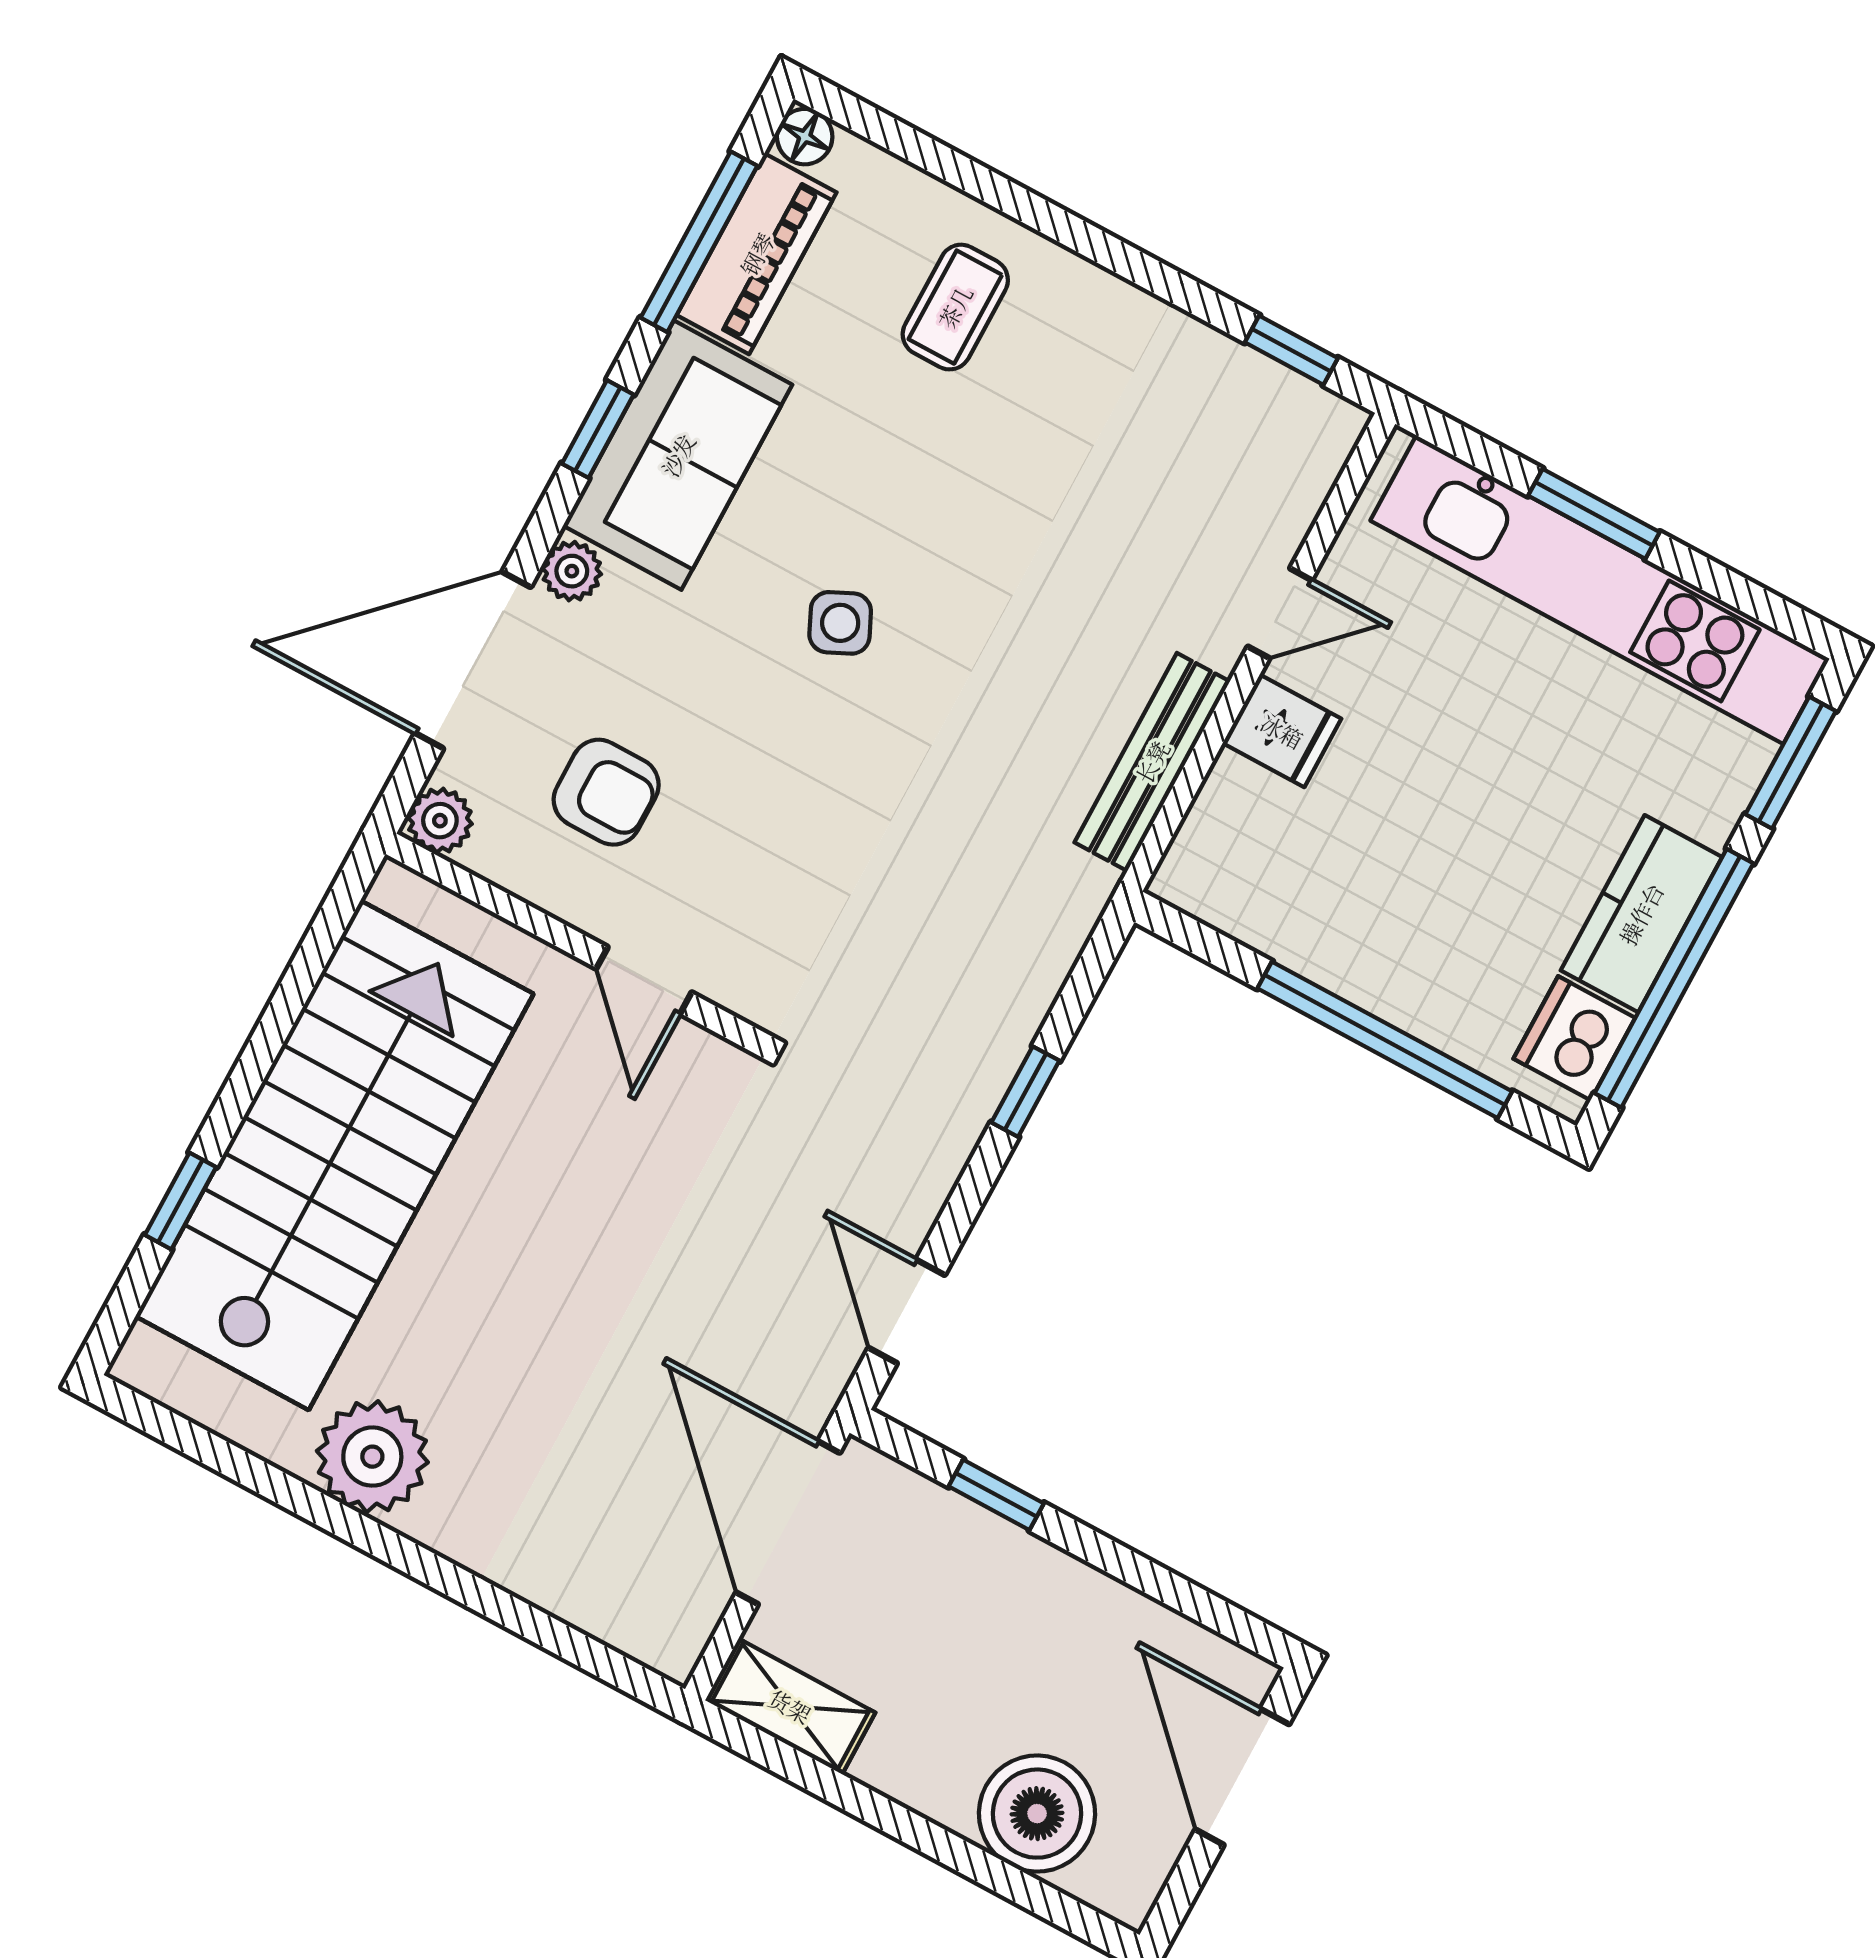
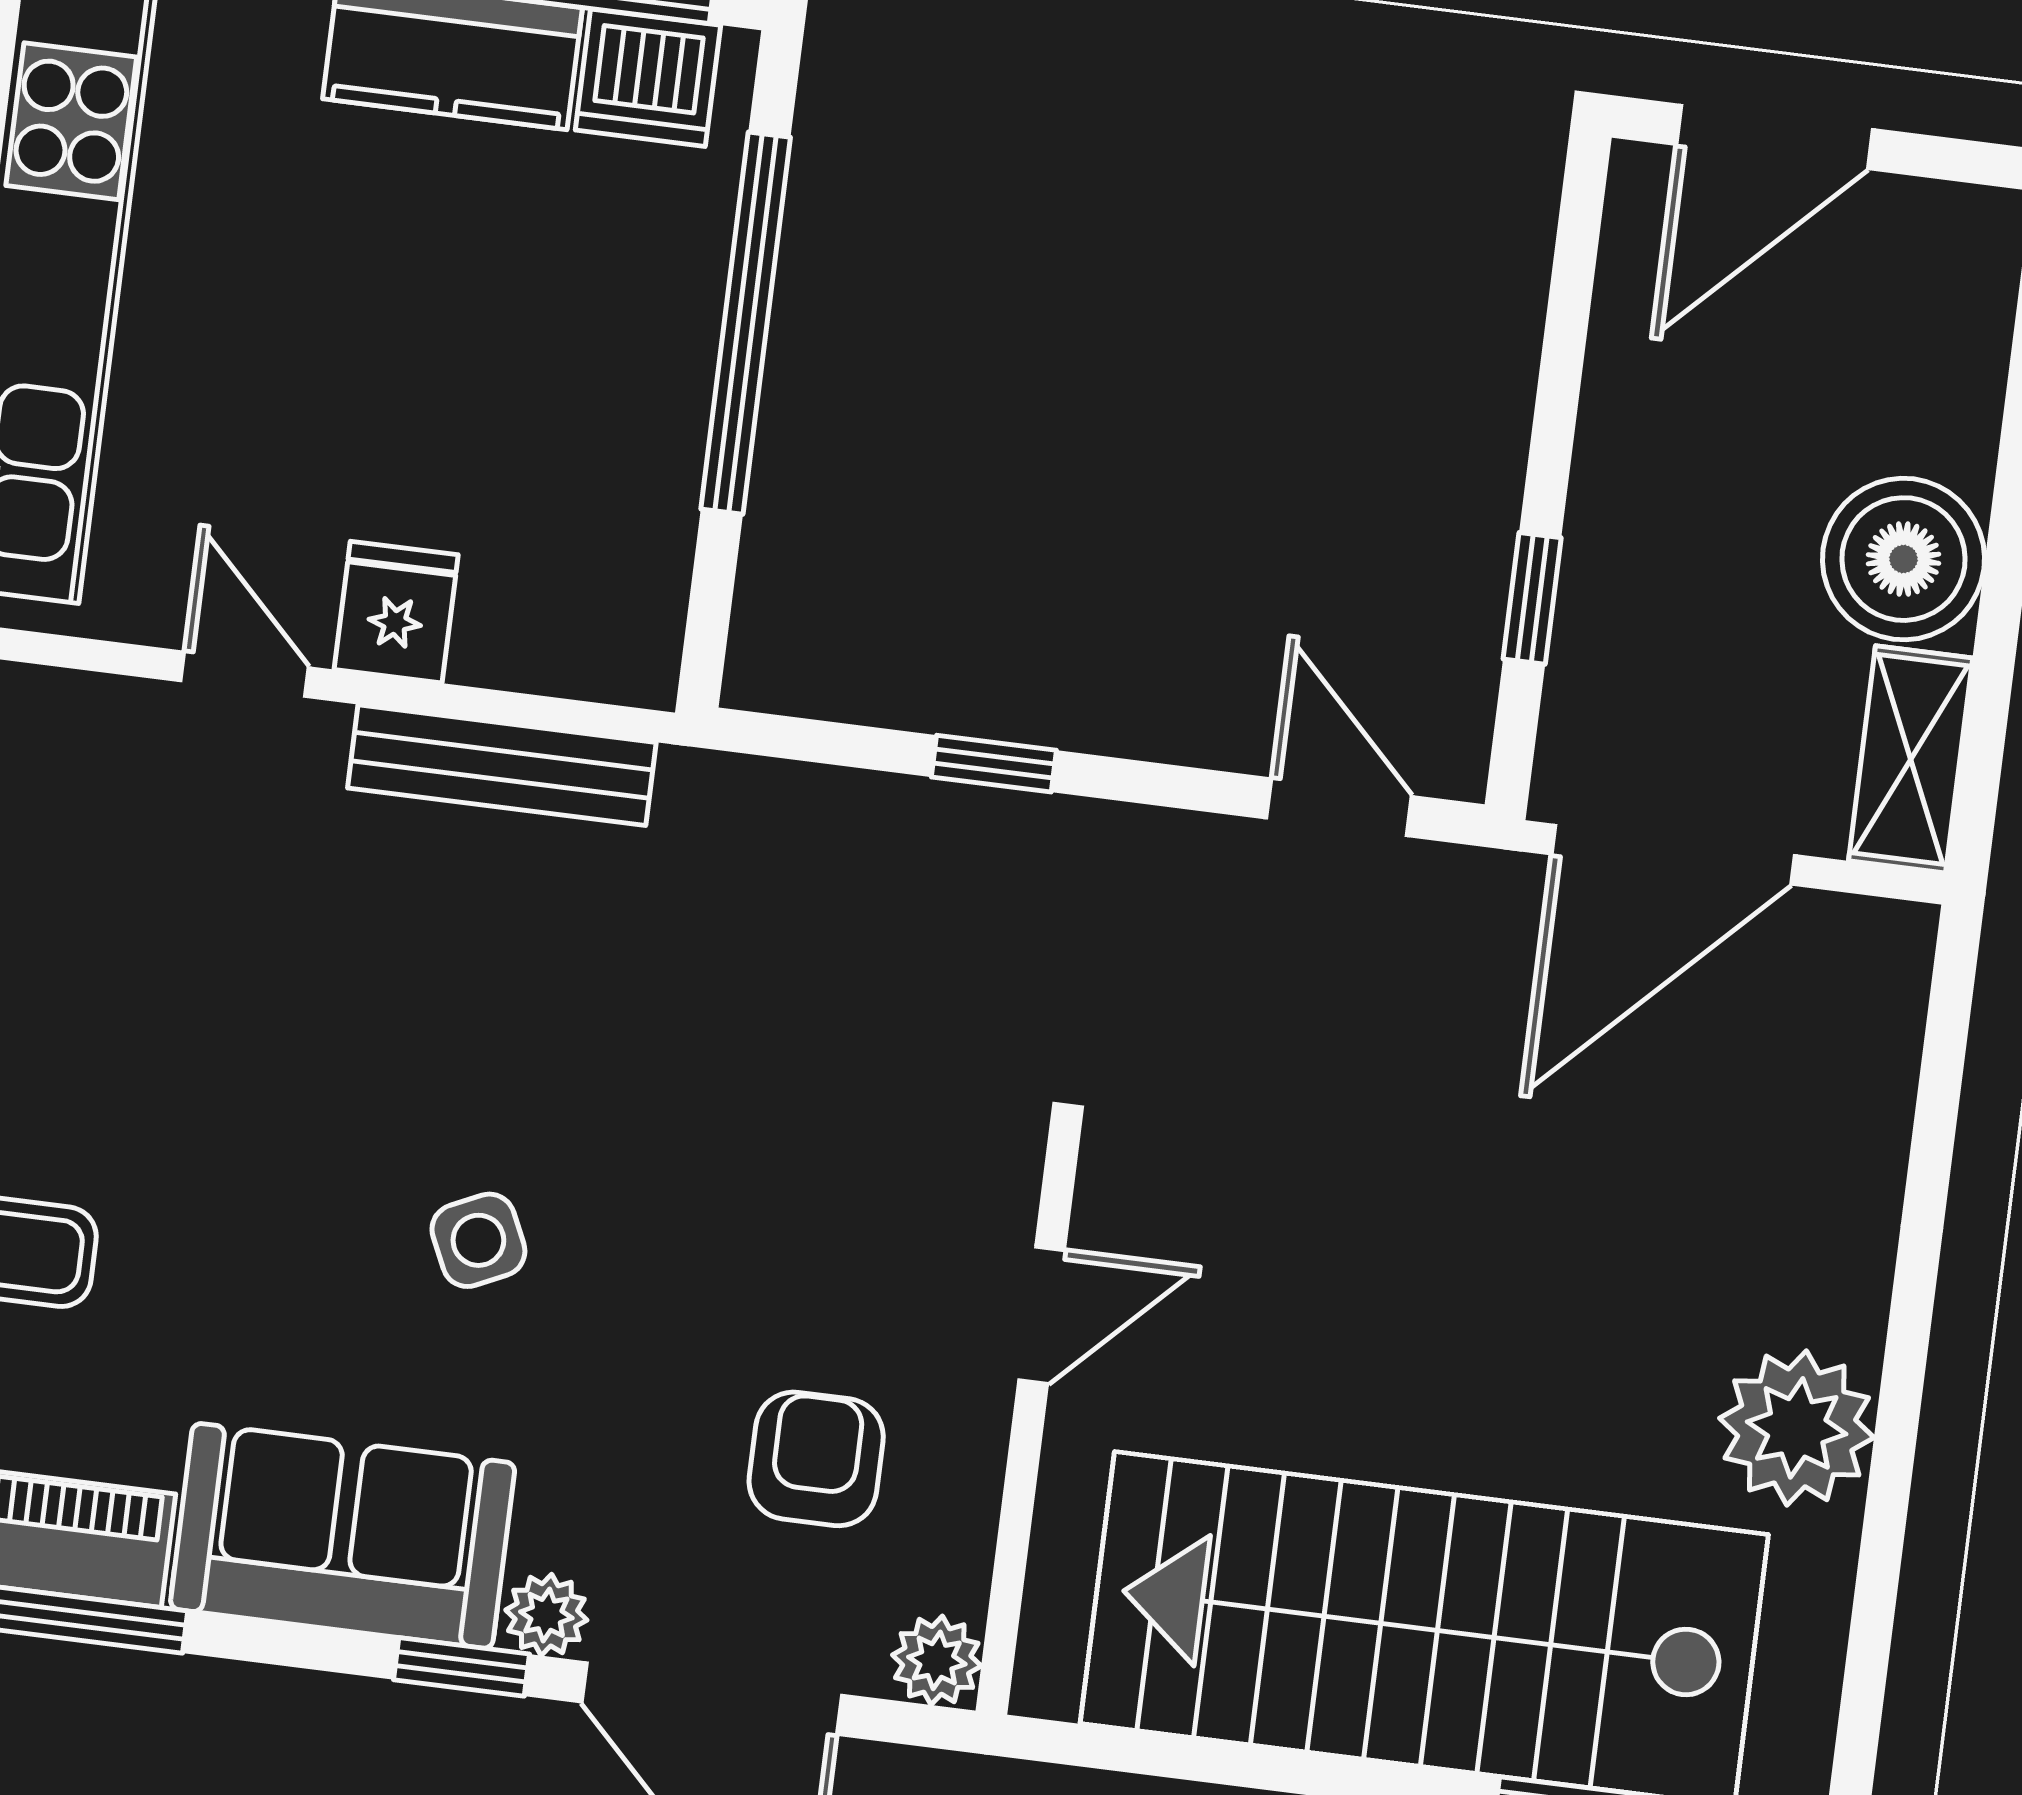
window: (598, 429) -> (462, 1667), moved
door: (907, 1311) -> (1339, 807), swing flipped
boiler: (1037, 1814) -> (1904, 559), moved

